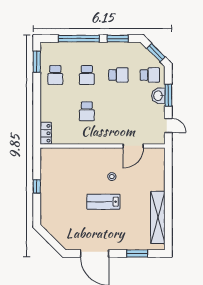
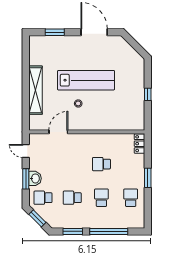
window: (37, 62) -> (148, 178), moved
school desk: (87, 111) -> (101, 164), turned -90
lab bench: (103, 202) -> (86, 80), width x1.86, depth x1.39
shelving: (158, 217) -> (36, 90), moved

